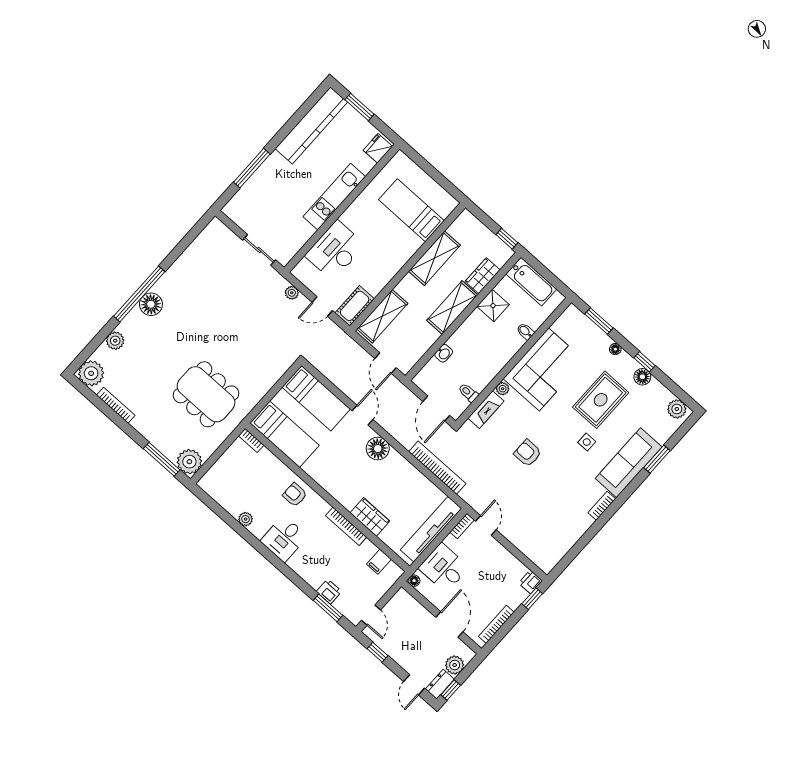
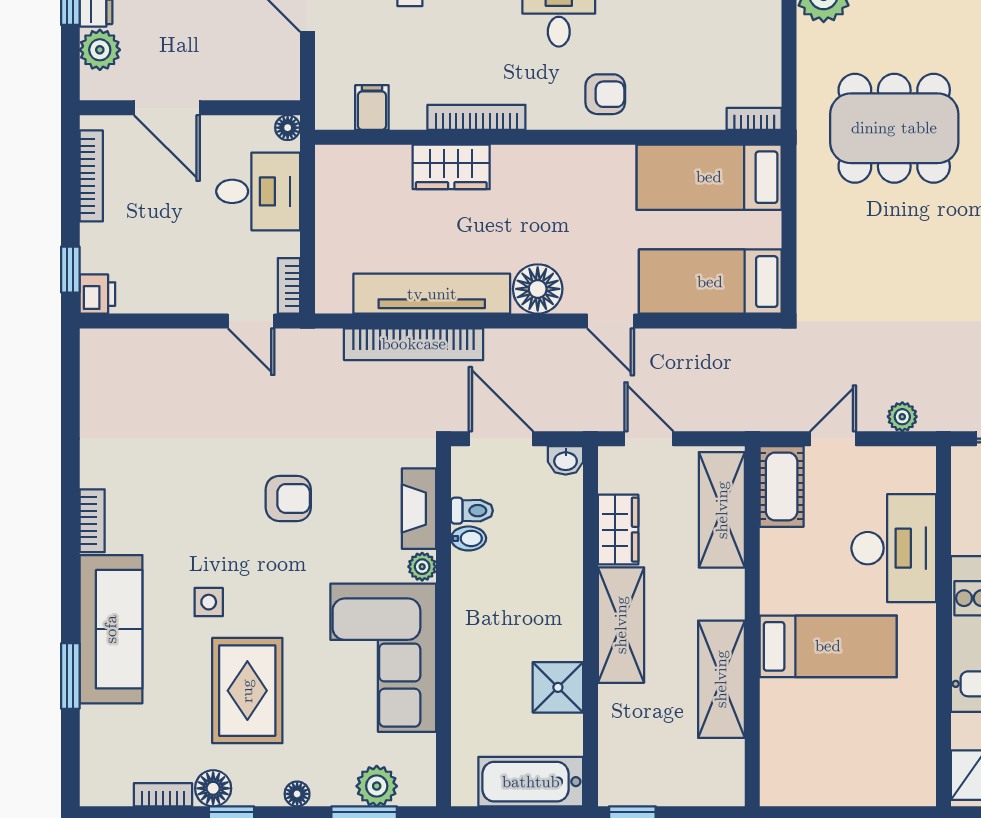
bed: (411, 210) -> (828, 646), moved
wardrobe: (483, 276) -> (618, 530), moved
bidet: (525, 331) -> (468, 538), moved
washbasin: (444, 353) -> (566, 460), moved, turned -90
bookcase: (662, 390) -> (163, 795), added
plant: (677, 409) -> (377, 786), moved
tv unit: (431, 529) -> (432, 294), moved, turned -90

